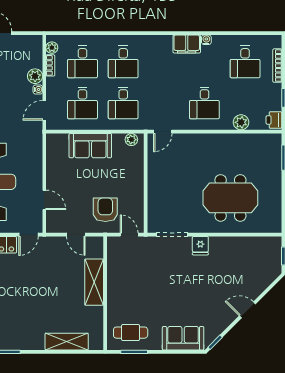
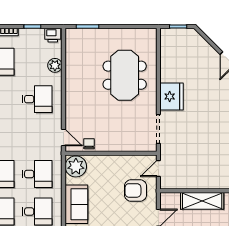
plant: (131, 140) -> (76, 166), width x1.88, depth x1.88
chair: (156, 159) -> (89, 144), added
fridge: (200, 246) -> (172, 96), width x1.88, depth x1.34

